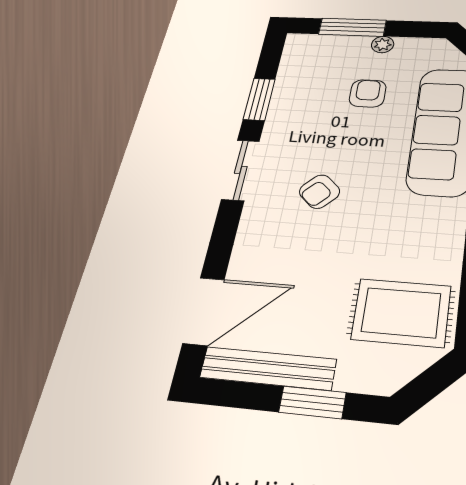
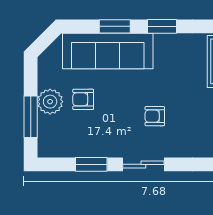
plant: (383, 45) -> (50, 102), width x1.87, depth x1.87
armchair: (320, 192) -> (155, 116), turned 136

